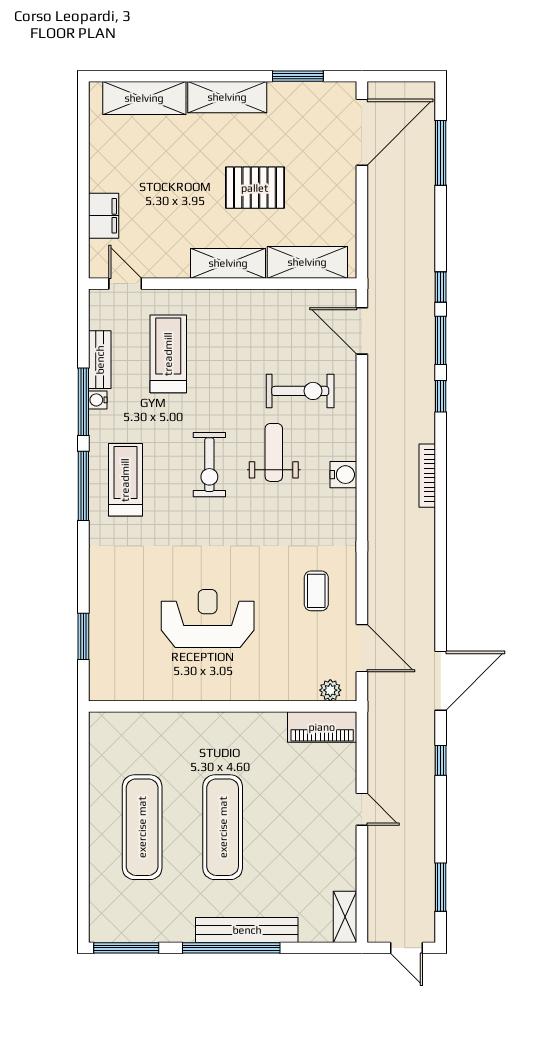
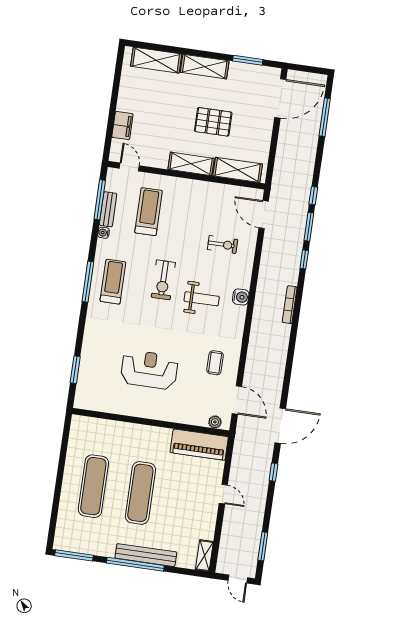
exercise bike: (300, 391) -> (223, 244), width x0.73, depth x0.72
window: (83, 402) -> (100, 200), moved
weight bench: (274, 452) -> (202, 299), moved, turned 90
piano: (322, 727) -> (199, 445), width x1.37, depth x1.33

